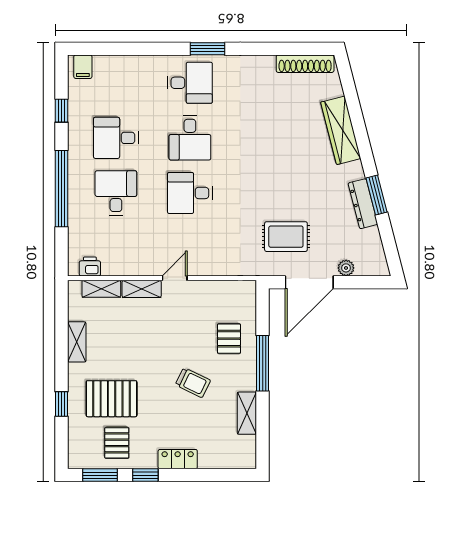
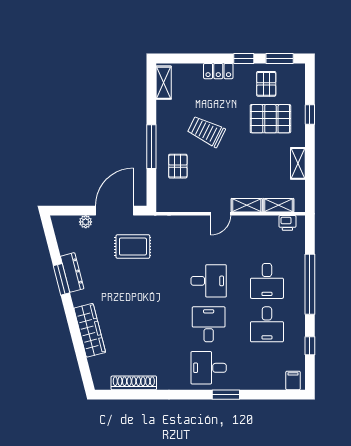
window: (207, 49) -> (226, 395), moved
shoe rack: (305, 64) -> (134, 383), moved
desk: (116, 138) -> (267, 324), turned 90
trolley: (193, 383) -> (206, 131), width x1.36, depth x1.39
shelving: (247, 413) -> (164, 83), moved

